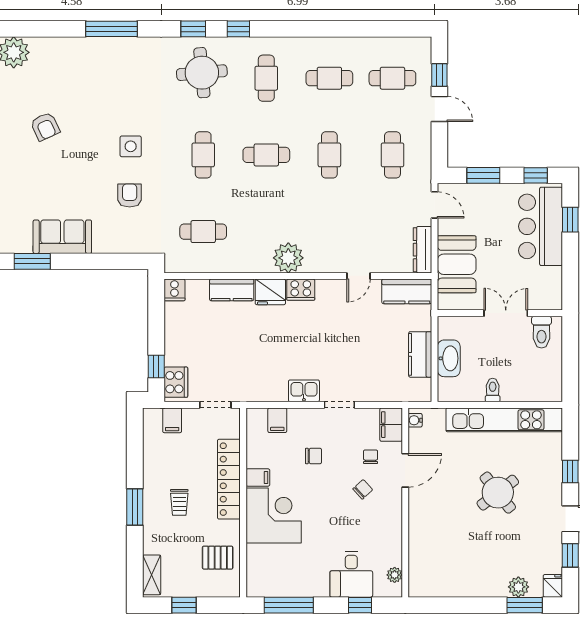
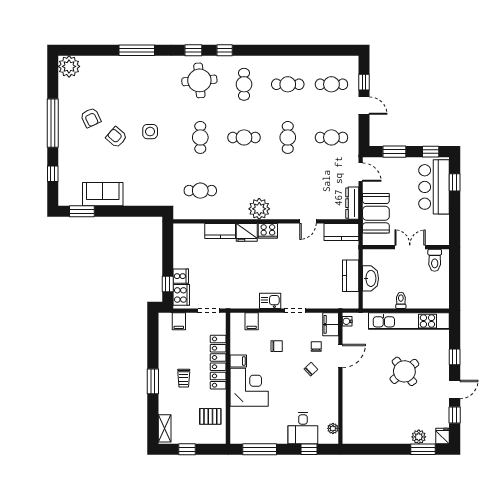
cafe table: (392, 155) -> (331, 137), turned 90
armchair: (130, 195) -> (116, 137), moved, turned -49
cooker: (174, 290) -> (181, 276), moved, turned -90

